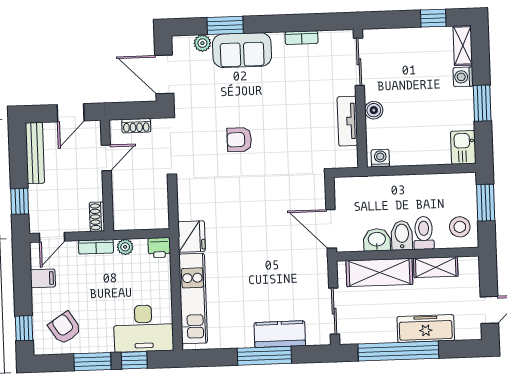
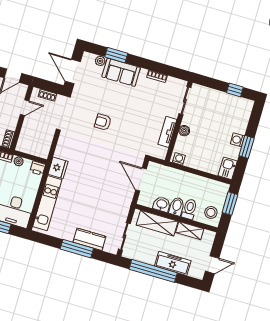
shelving: (463, 45) -> (246, 111), removed
washing machine: (463, 77) -> (237, 140), moved
door: (331, 229) -> (141, 179), moved

